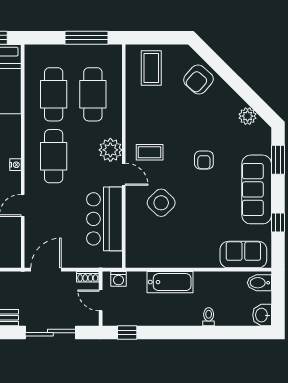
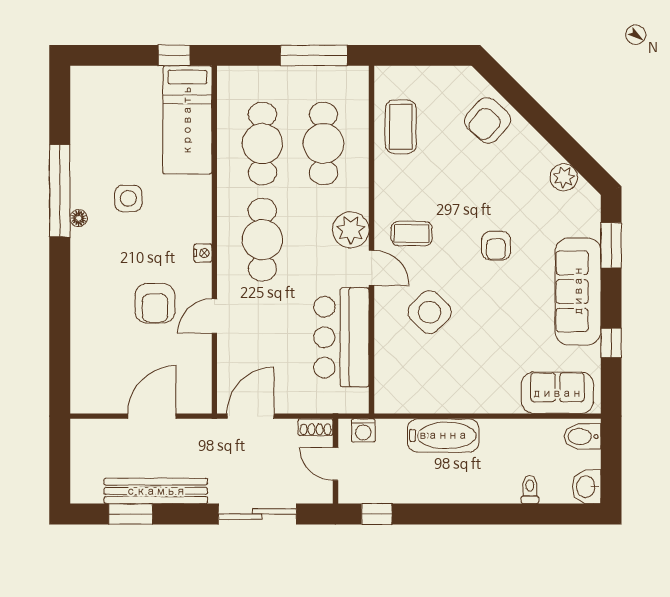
coffee table: (151, 68) -> (401, 127), moved
toilet: (209, 317) -> (530, 489), moved

